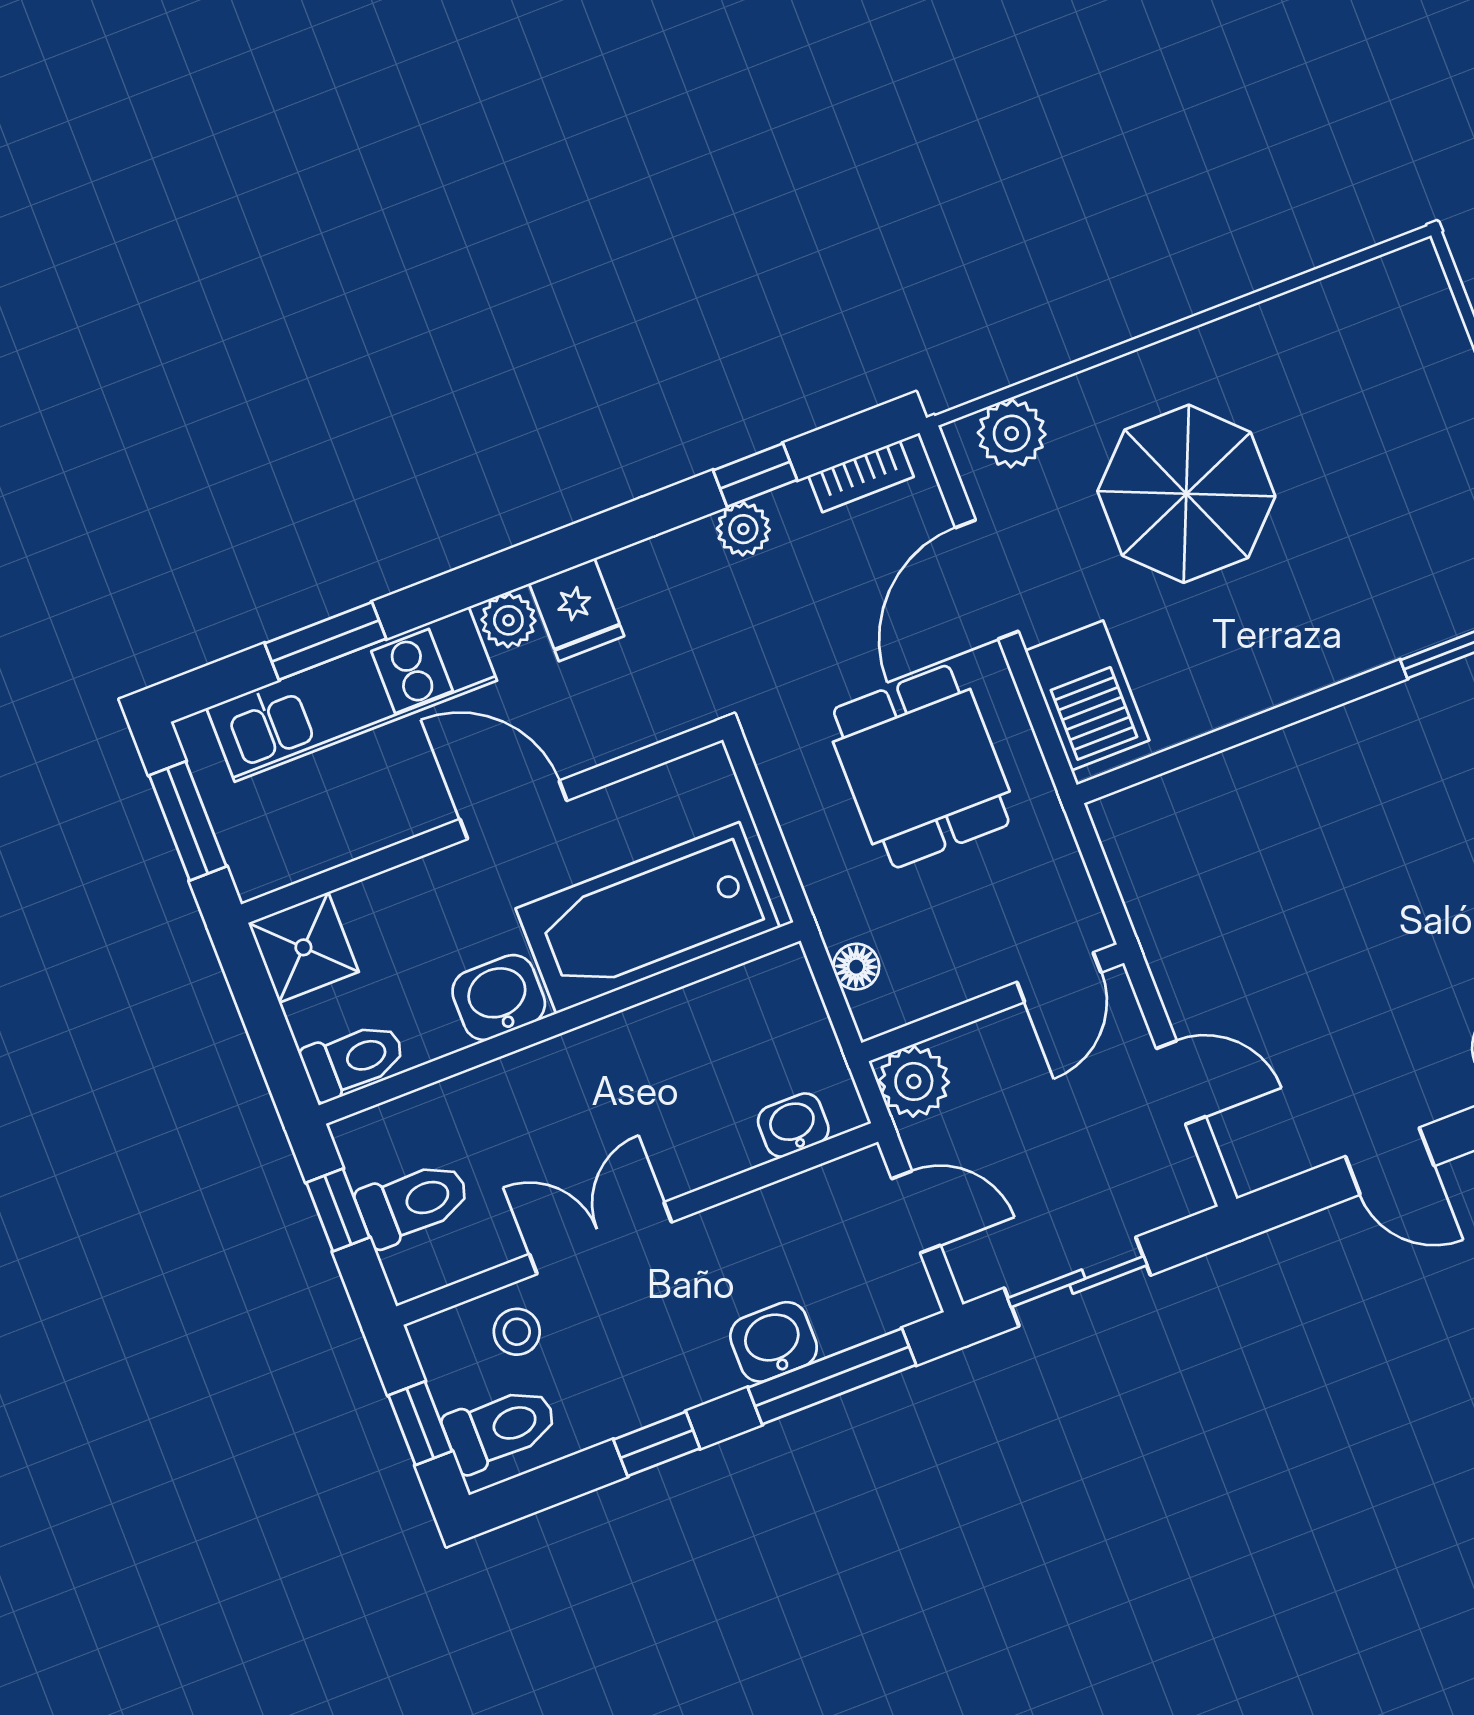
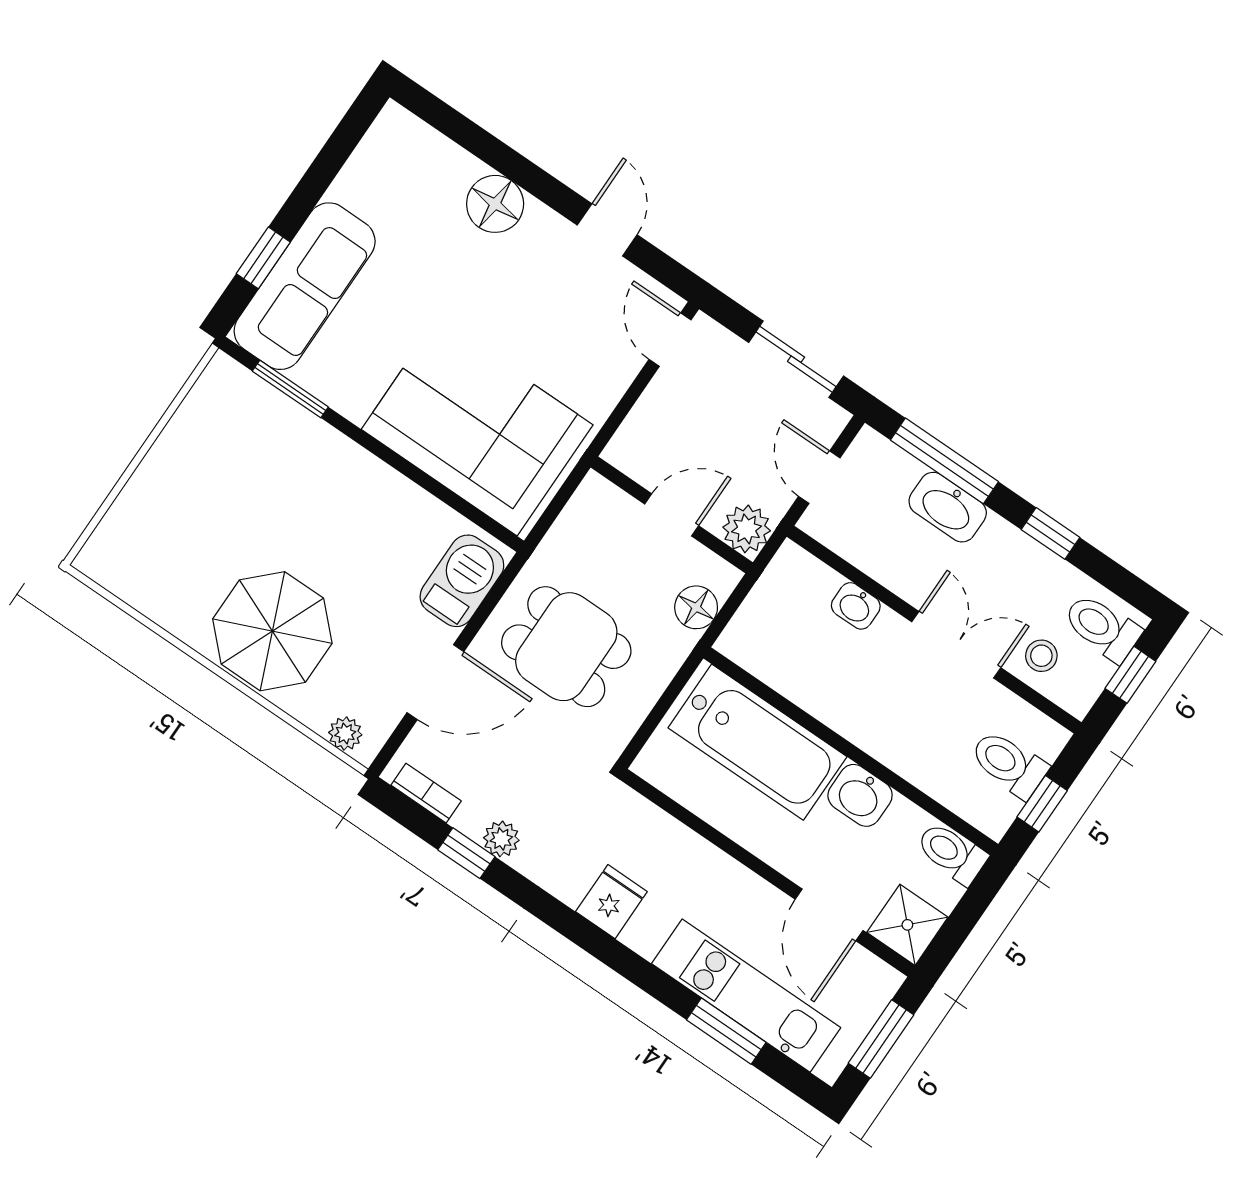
plant: (1012, 434) -> (345, 734), width x0.73, depth x0.73
parasol: (1186, 494) -> (272, 631), moved
plant: (508, 620) -> (644, 936), removed
dining table: (921, 767) -> (566, 647), turned 90
door: (513, 810) -> (829, 915), moved
corner sofa: (1260, 841) -> (477, 427), added
floor lamp: (856, 967) -> (696, 607), width x1.37, depth x1.37
door: (1059, 977) -> (672, 515), moved
door: (1181, 1083) -> (670, 340), moved
washbasin: (793, 1125) -> (856, 606), moved
double door: (601, 1238) -> (956, 645), swing flipped
washbasin: (774, 1342) -> (948, 507), width x1.38

